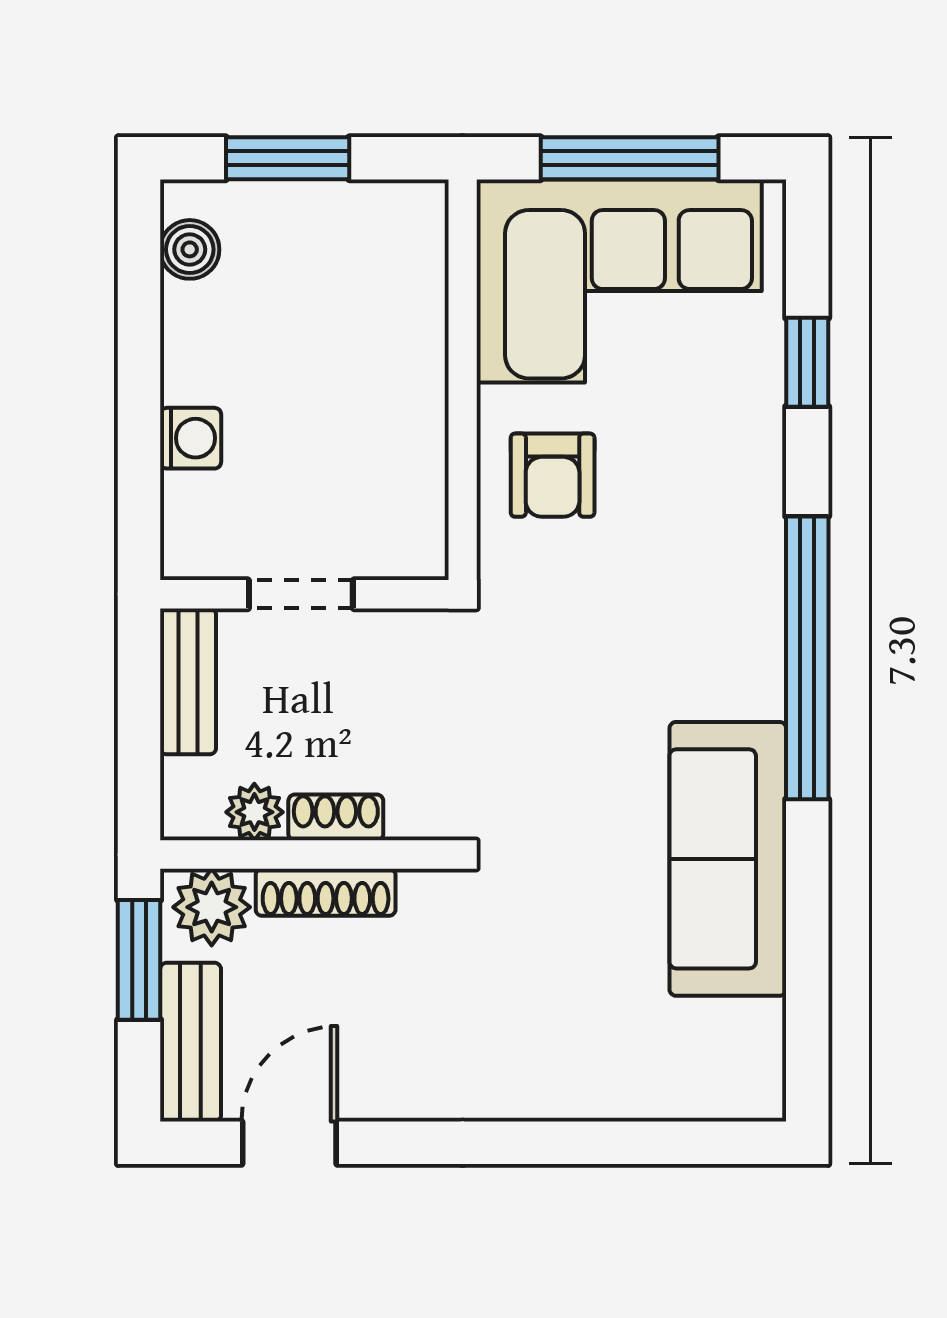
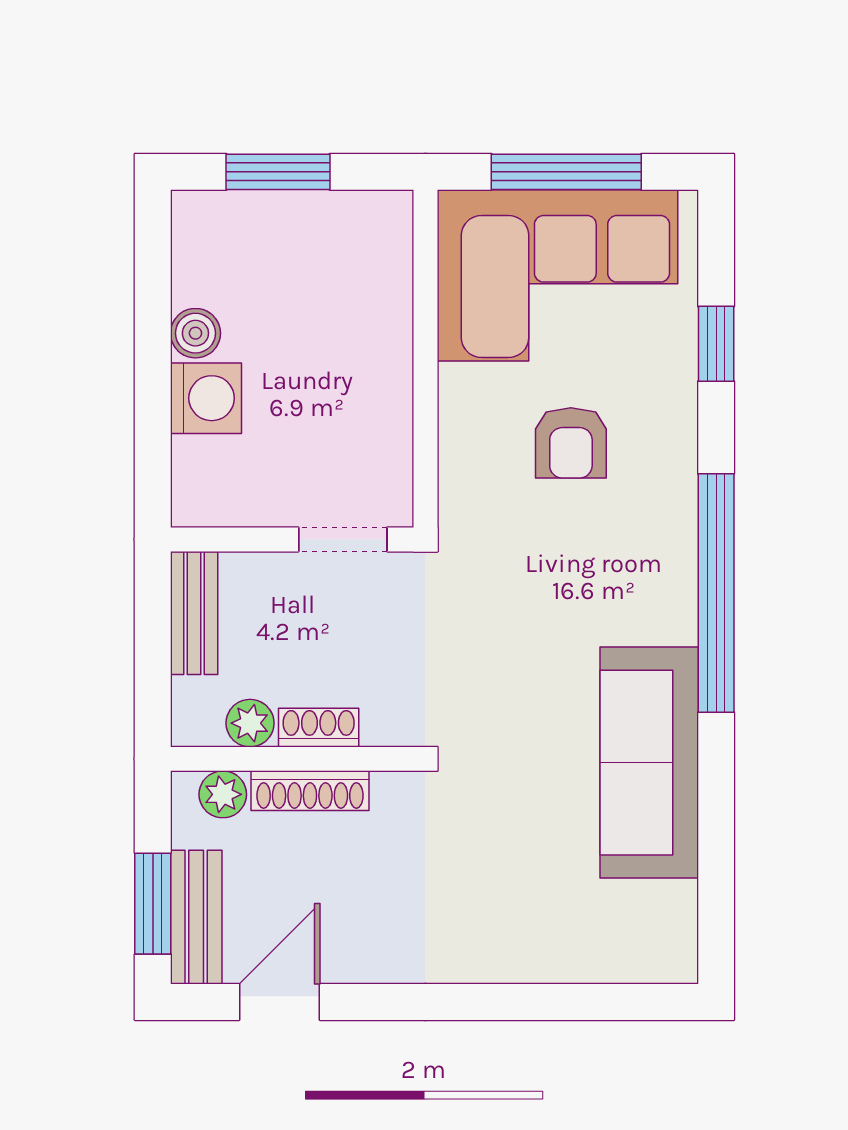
boiler: (190, 249) -> (195, 333), moved
washing machine: (191, 438) -> (206, 398), width x1.38, depth x1.38
armchair: (553, 475) -> (571, 443), moved
doorway: (301, 594) -> (343, 539), moved
plant: (212, 907) -> (223, 794), width x0.73, depth x0.73
window: (139, 960) -> (153, 904), moved

